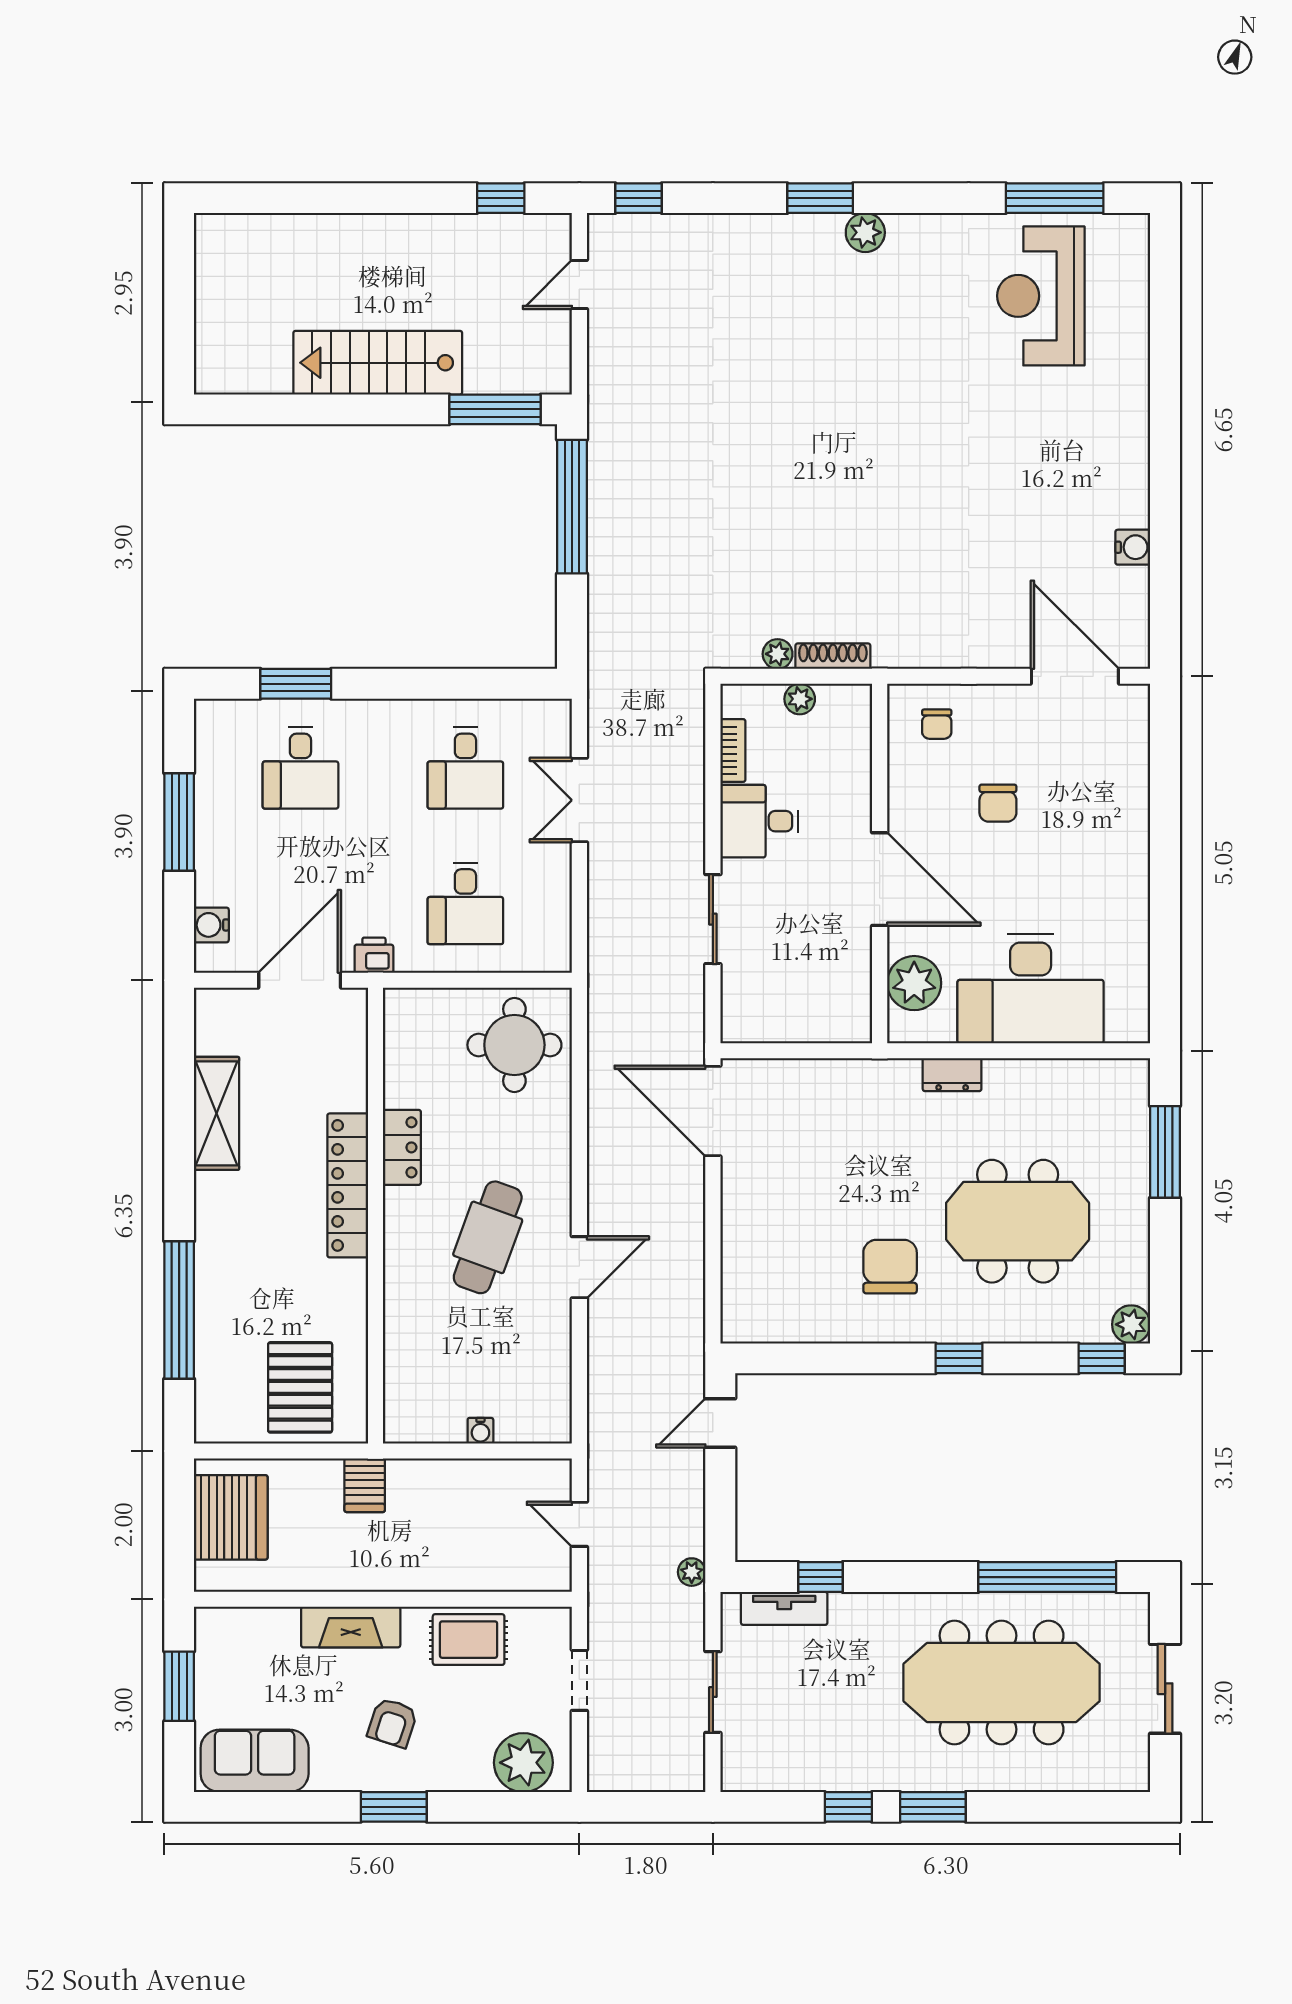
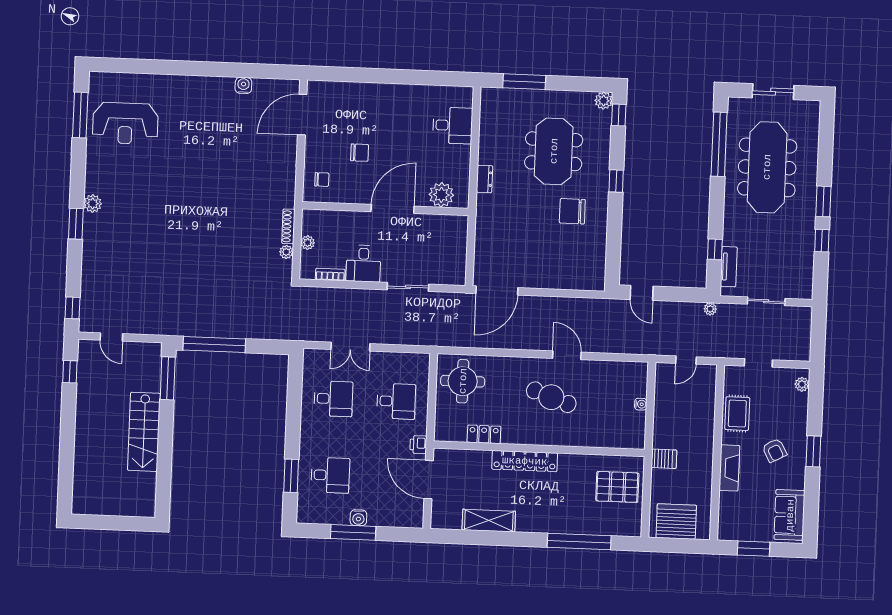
water cooler: (211, 925) -> (358, 518), moved
desk: (1031, 989) -> (453, 125), width x0.53, depth x0.77
locker: (402, 1147) -> (484, 434), moved
armchair: (392, 1723) -> (774, 450), turned 44
plant: (523, 1763) -> (802, 384), width x0.53, depth x0.53

